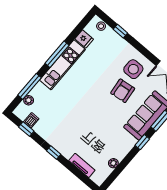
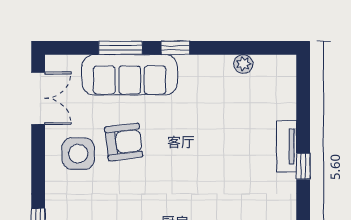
tv unit: (82, 165) -> (287, 146), moved

